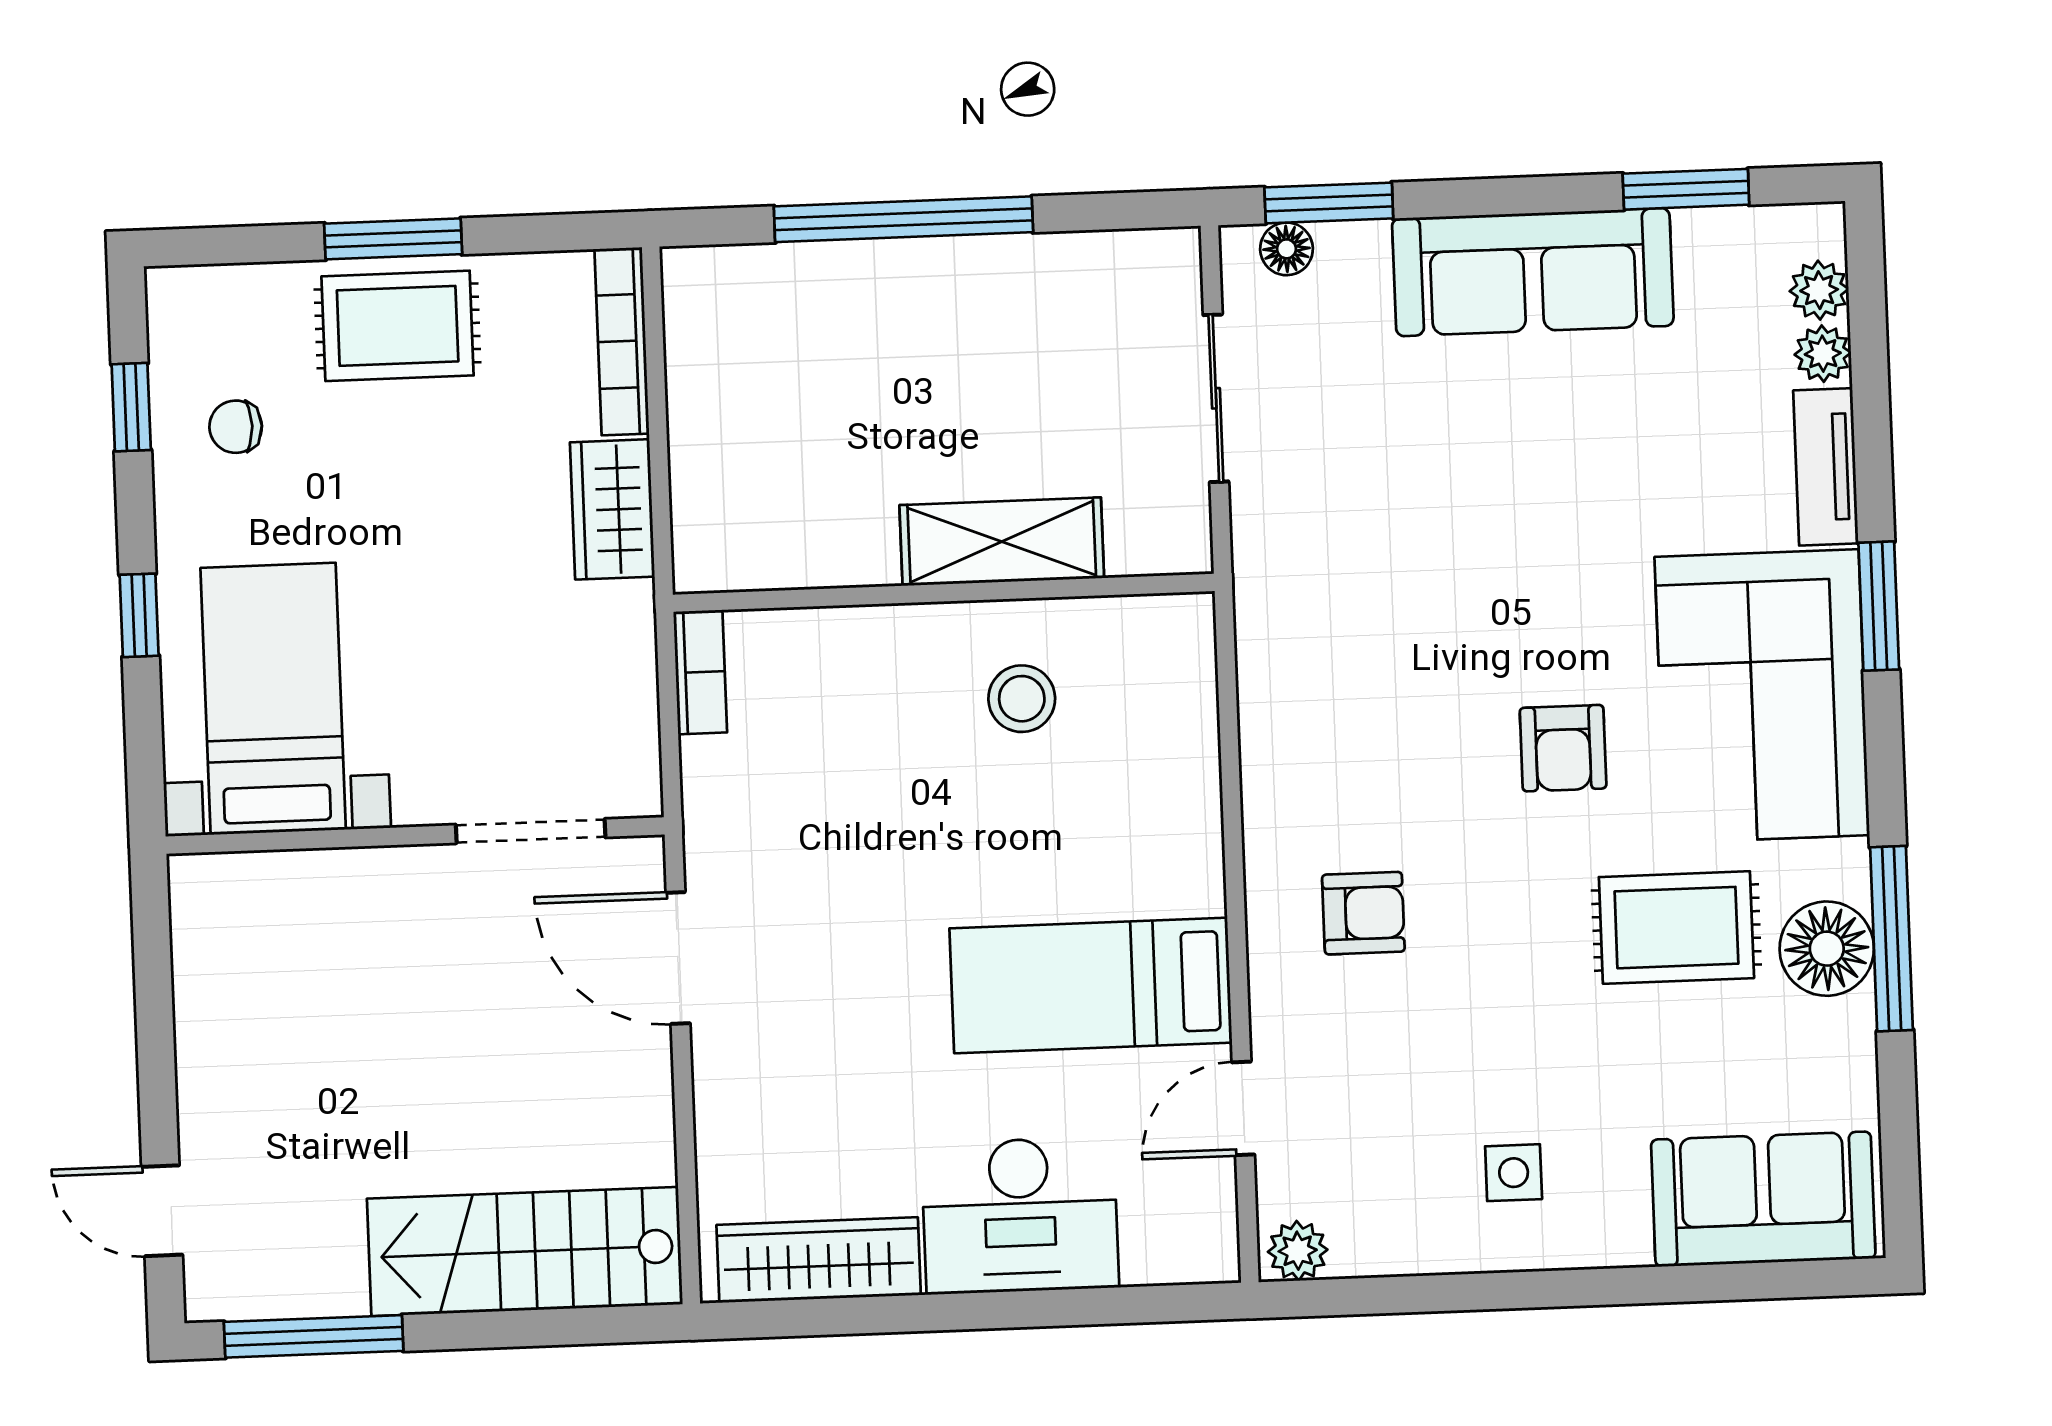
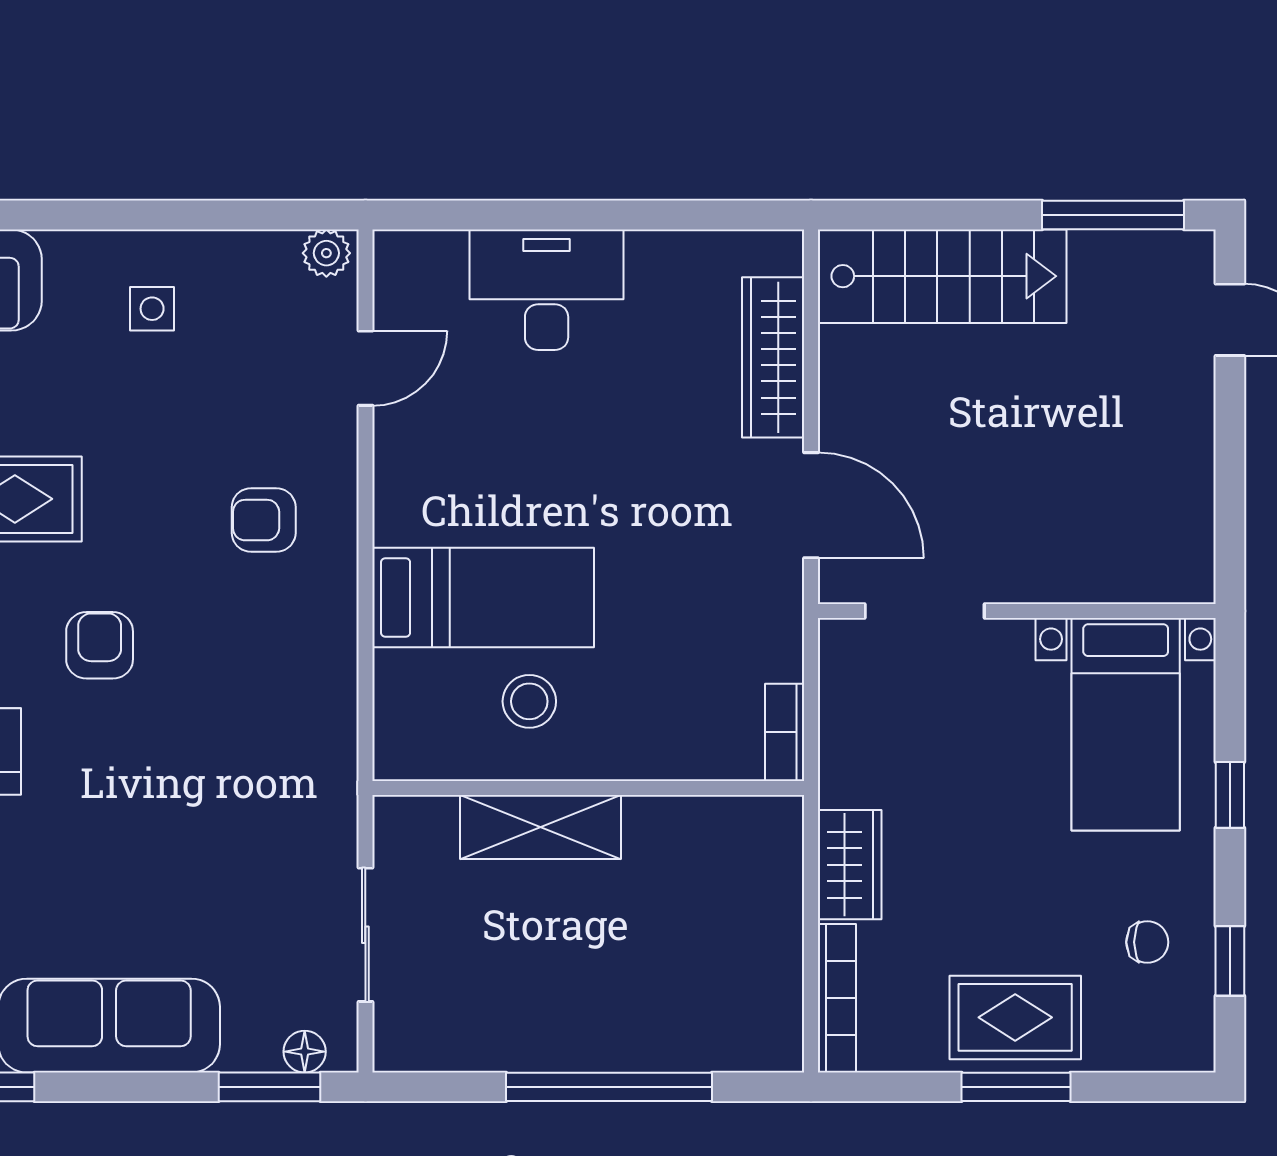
bed: (1091, 985) -> (483, 598), moved
wardrobe: (819, 1260) -> (773, 357), moved, turned 90

